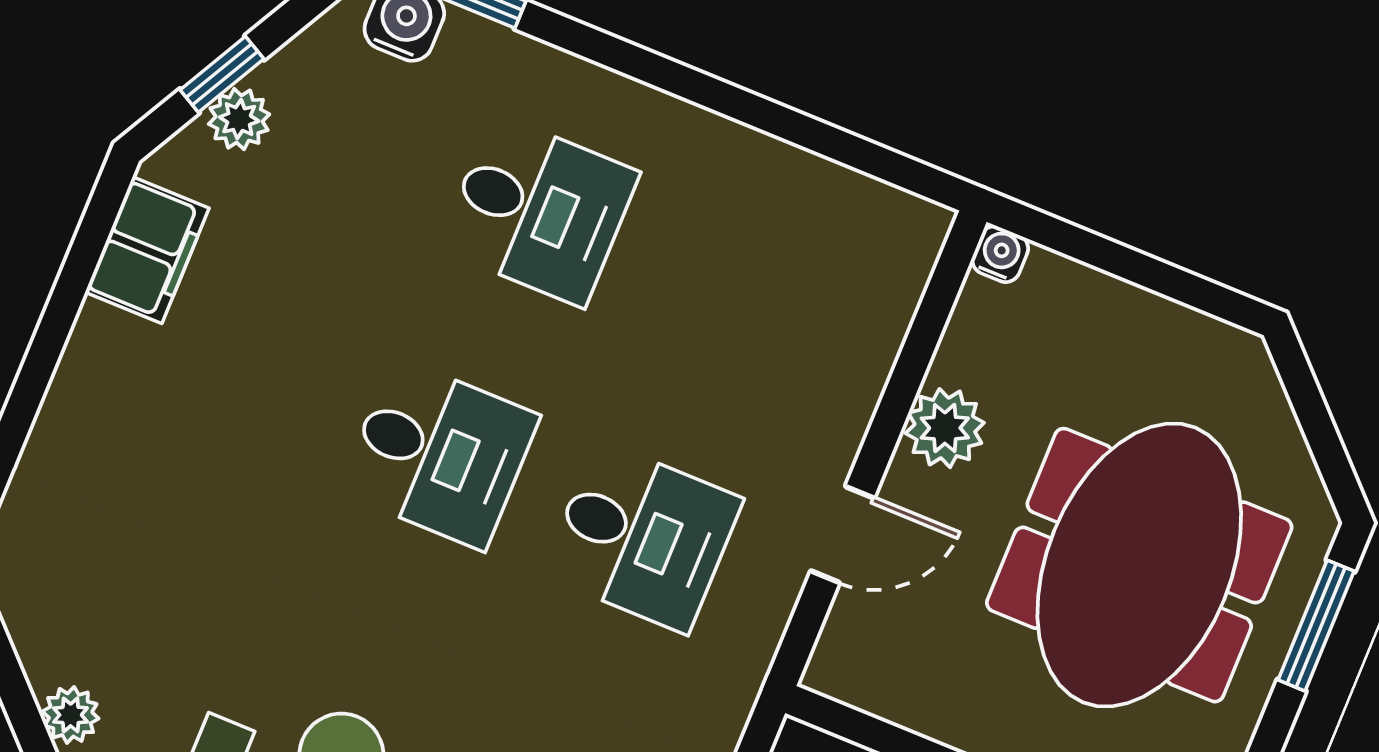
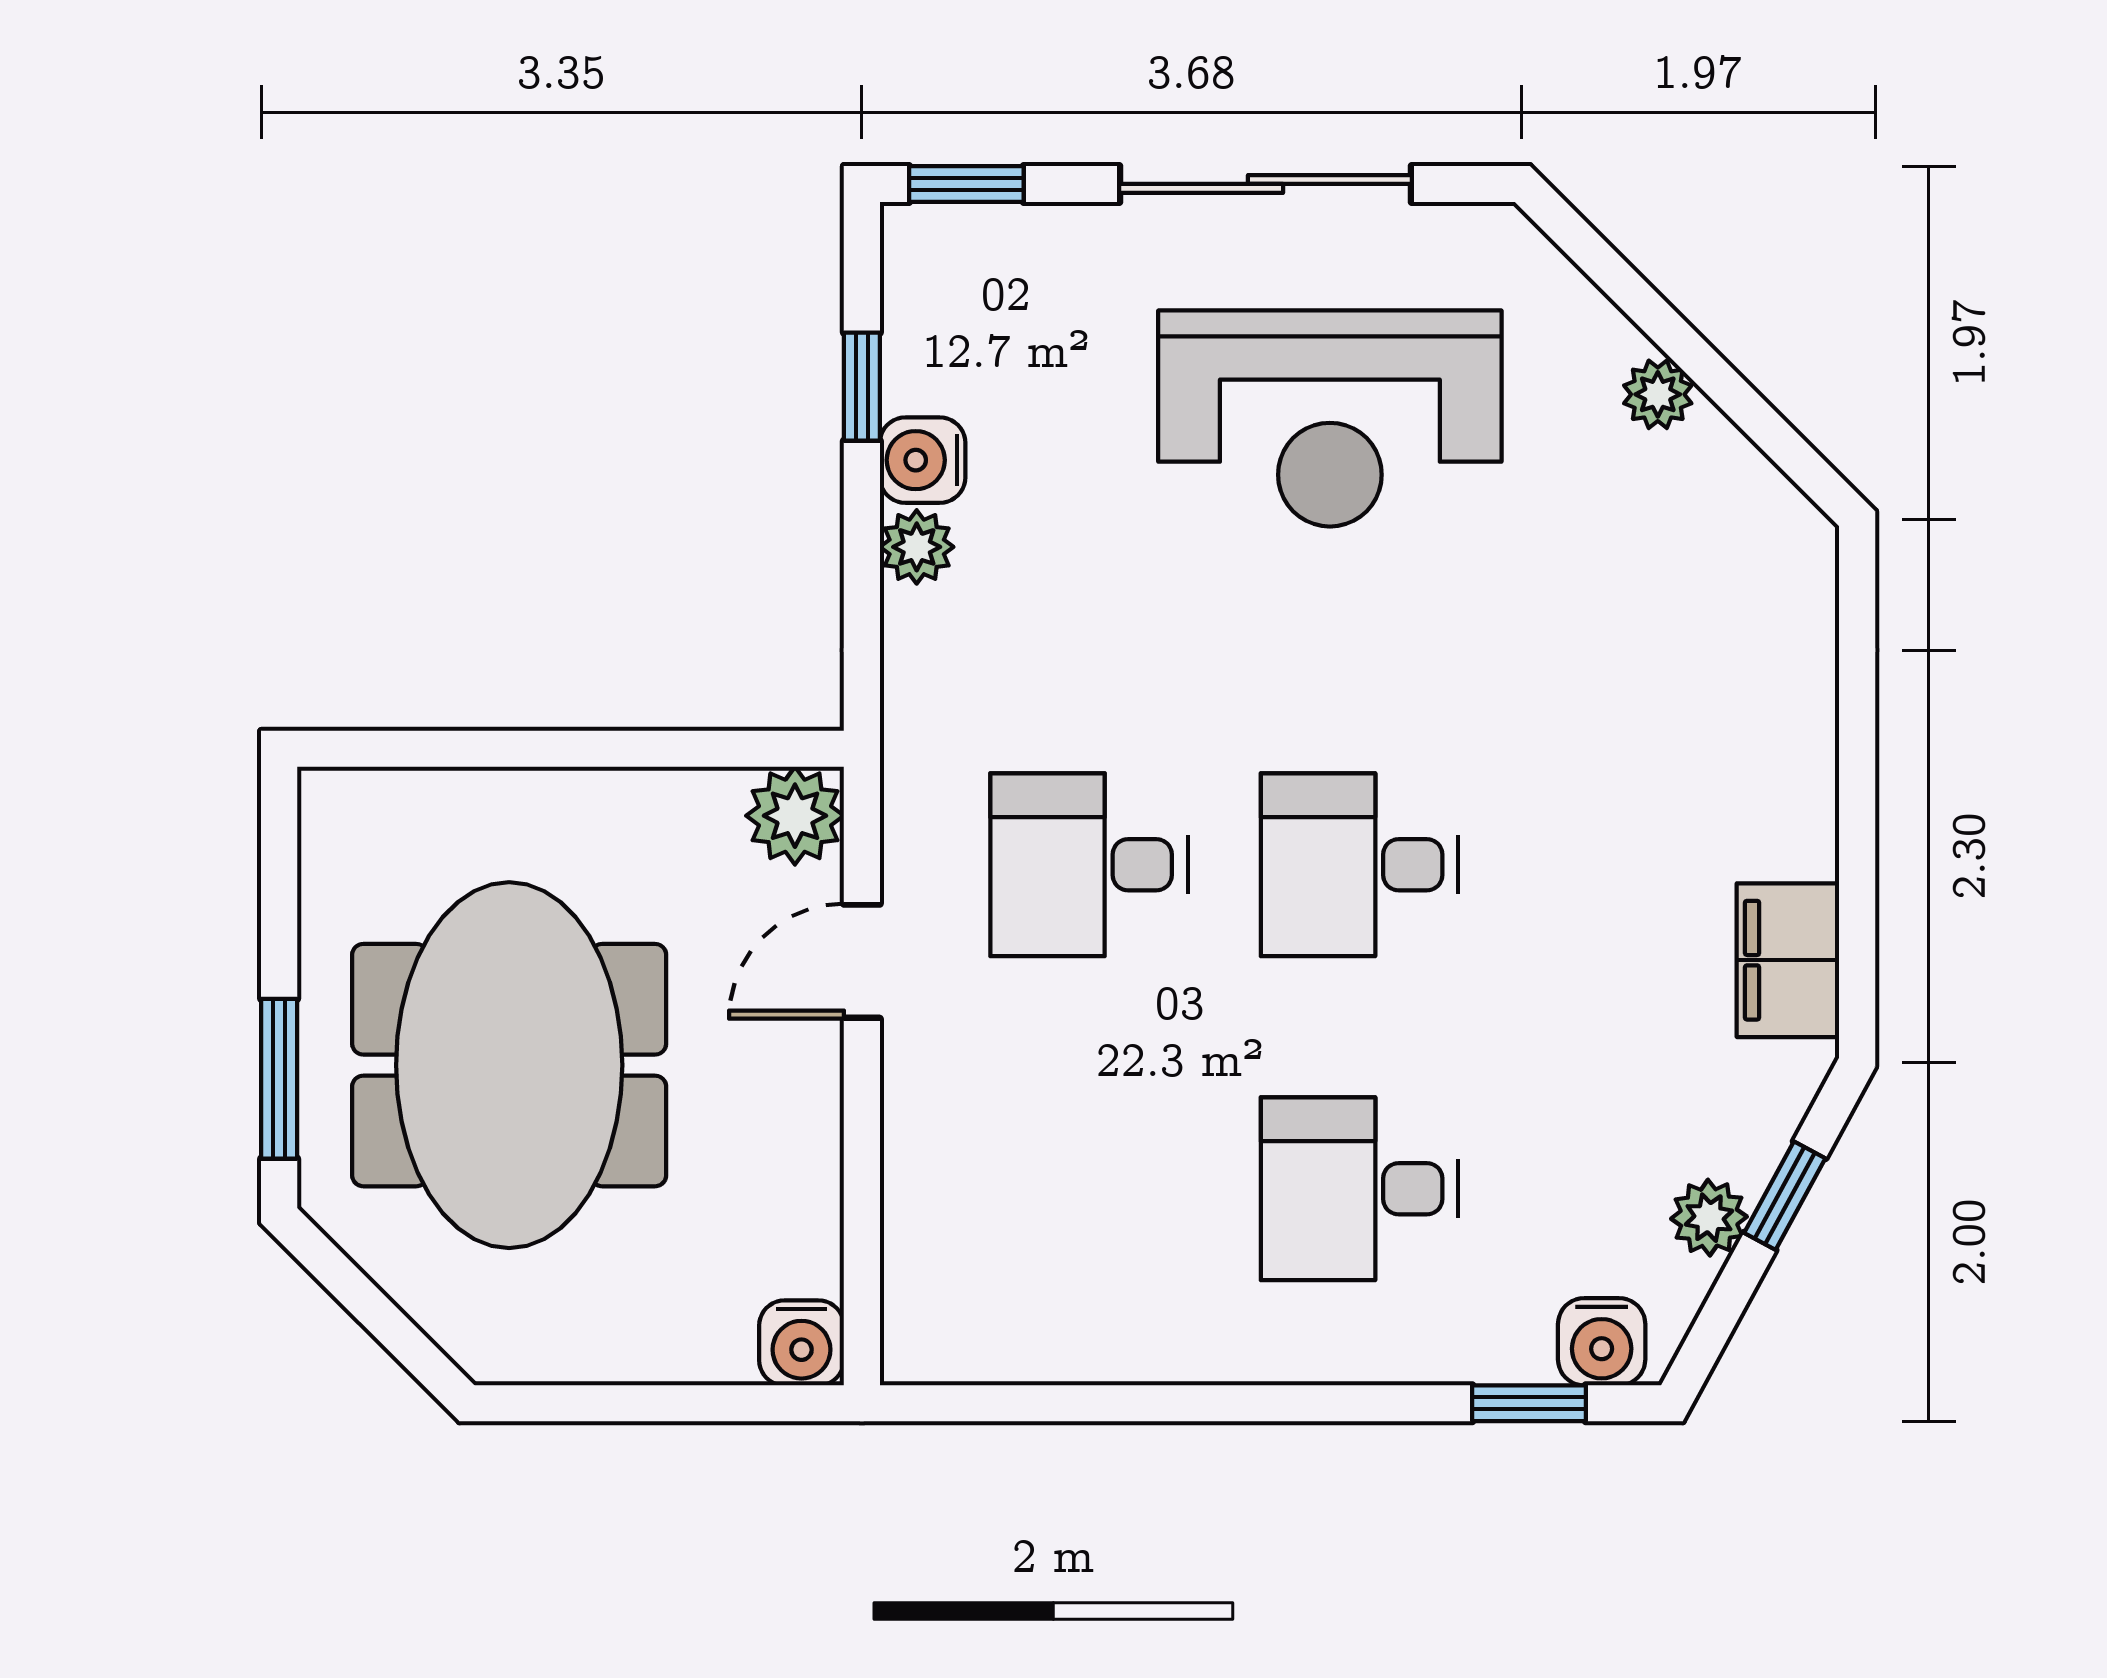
plant: (239, 119) -> (1709, 1218), moved
water cooler: (1000, 254) -> (801, 1343), width x1.38, depth x1.38
plant: (945, 428) -> (795, 816), moved

